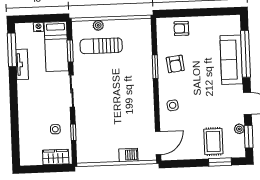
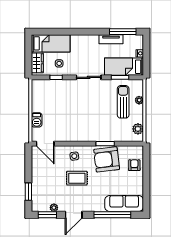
plant: (135, 26) -> (138, 129), added
sofa: (231, 60) -> (124, 203), moved
armchair: (175, 64) -> (107, 159), width x1.88, depth x1.88
bed: (30, 141) -> (51, 43), added
rug: (213, 142) -> (77, 178), moved

